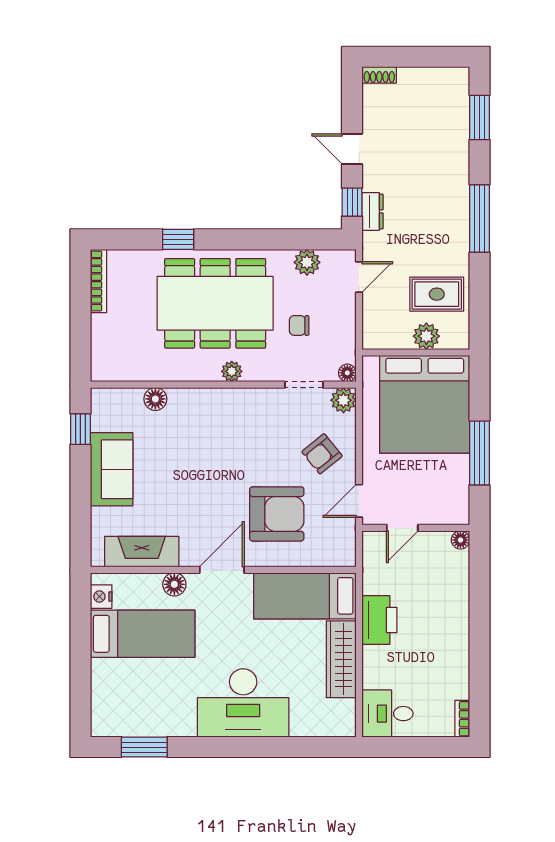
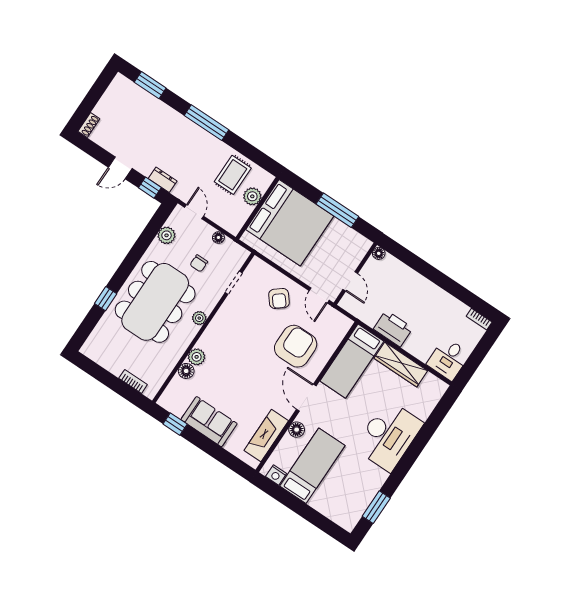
bookcase: (98, 281) -> (133, 381), moved, width x0.64
floor lamp: (347, 373) -> (218, 237), moved
plant: (343, 400) -> (197, 357), moved

